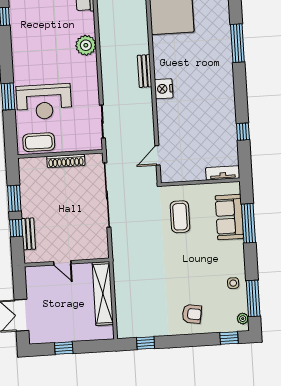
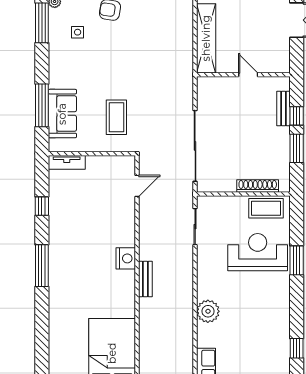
window: (237, 43) -> (42, 266), moved
shoe rack: (66, 161) -> (258, 186), moved
side table: (233, 283) -> (78, 32), moved

